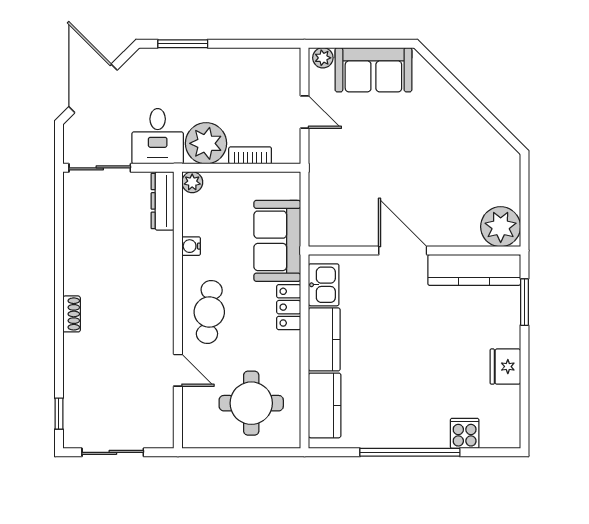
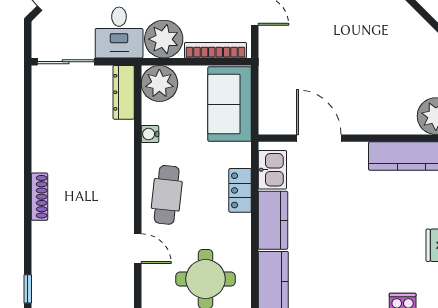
bookcase: (250, 155) -> (216, 50), width x1.56
plant: (192, 182) -> (159, 83), width x1.87, depth x1.87
sofa: (277, 241) -> (230, 104), moved
door: (403, 251) -> (319, 138), moved
shoe rack: (72, 314) -> (39, 197), width x1.43

